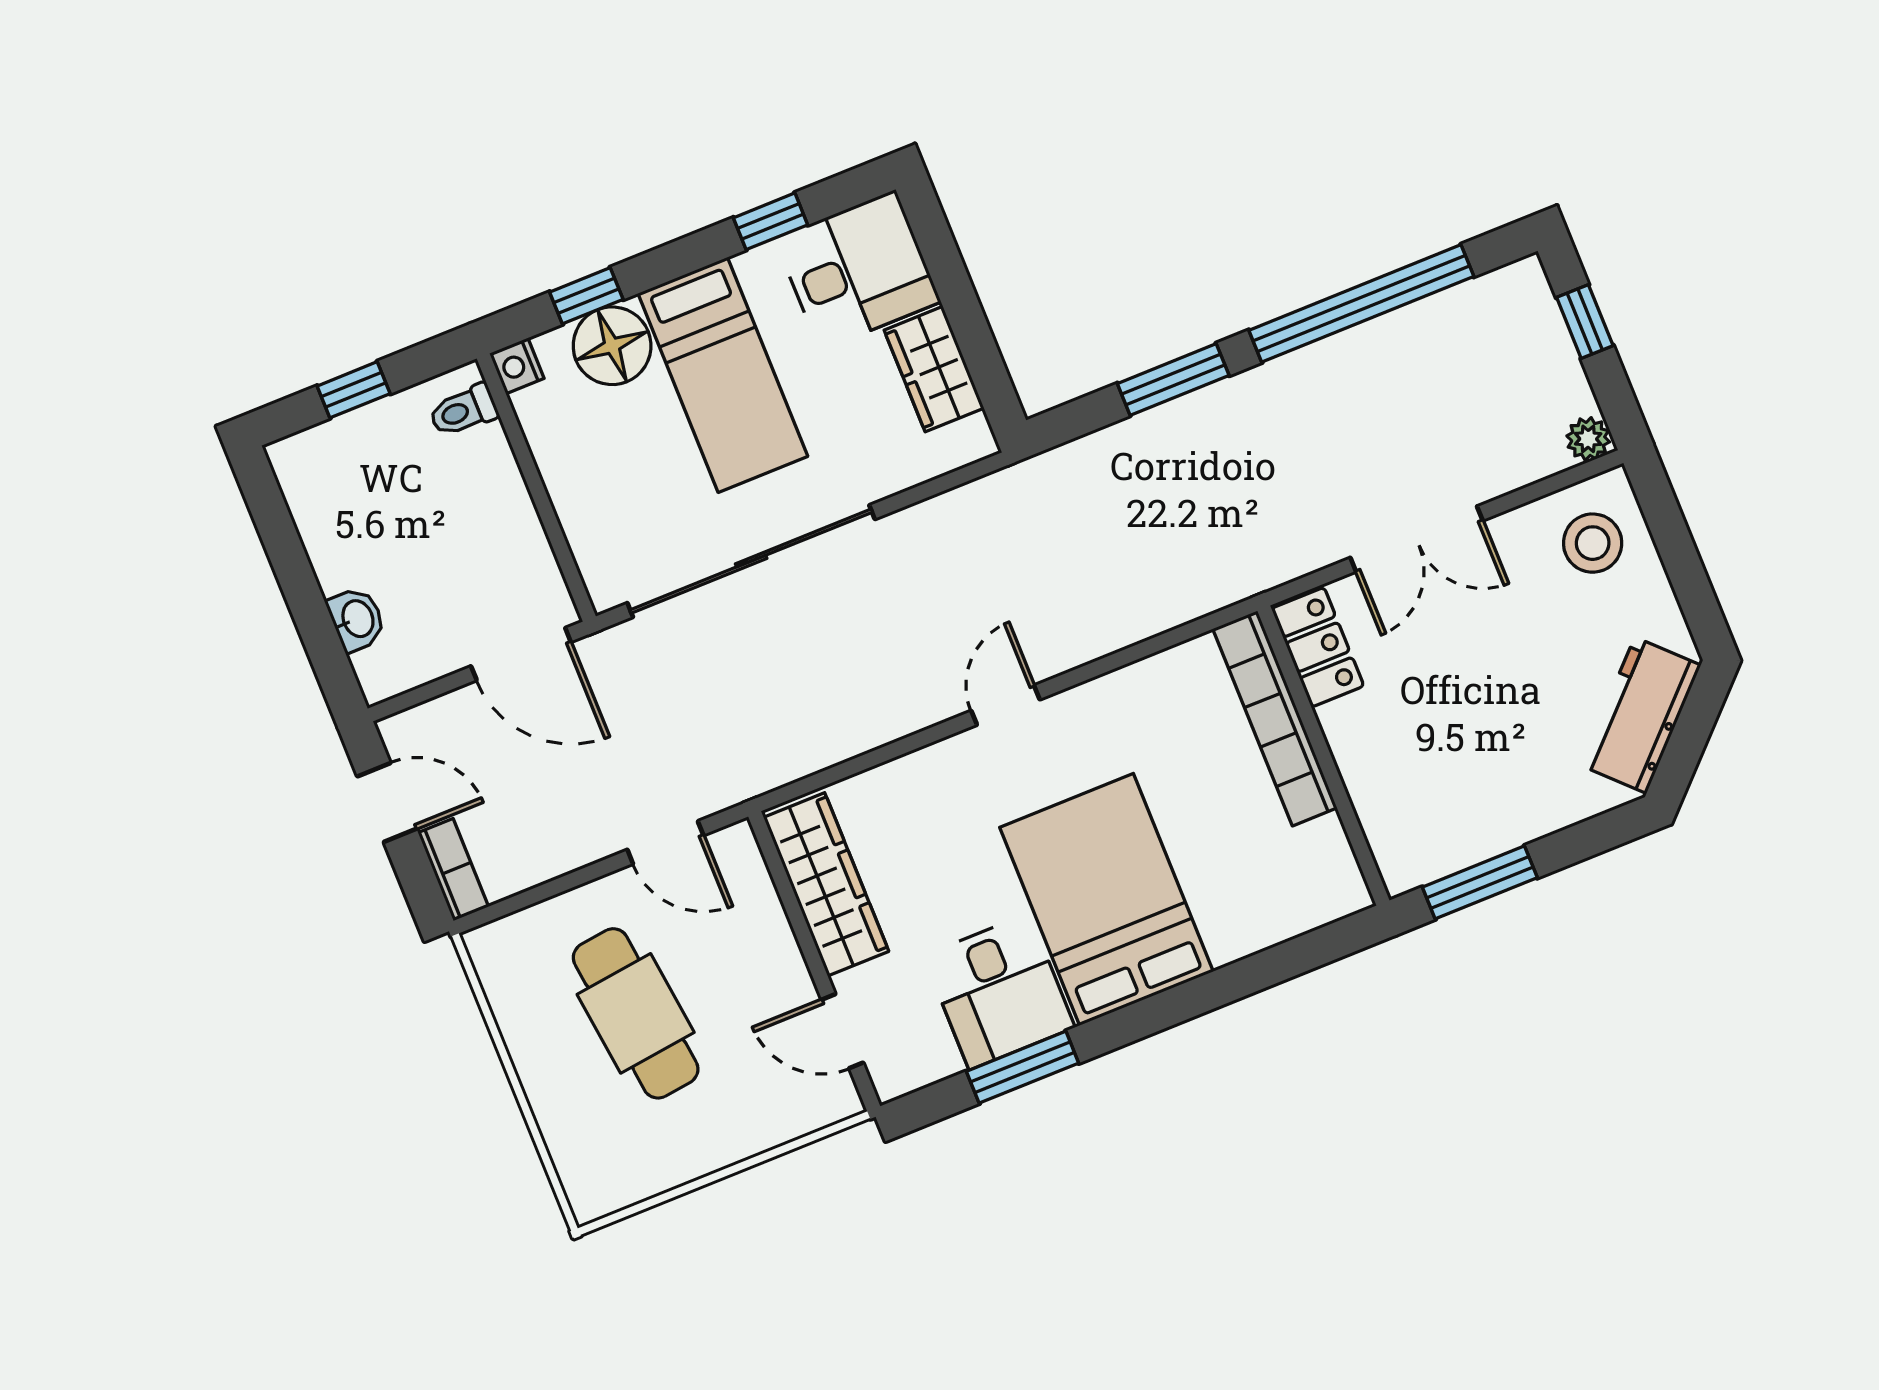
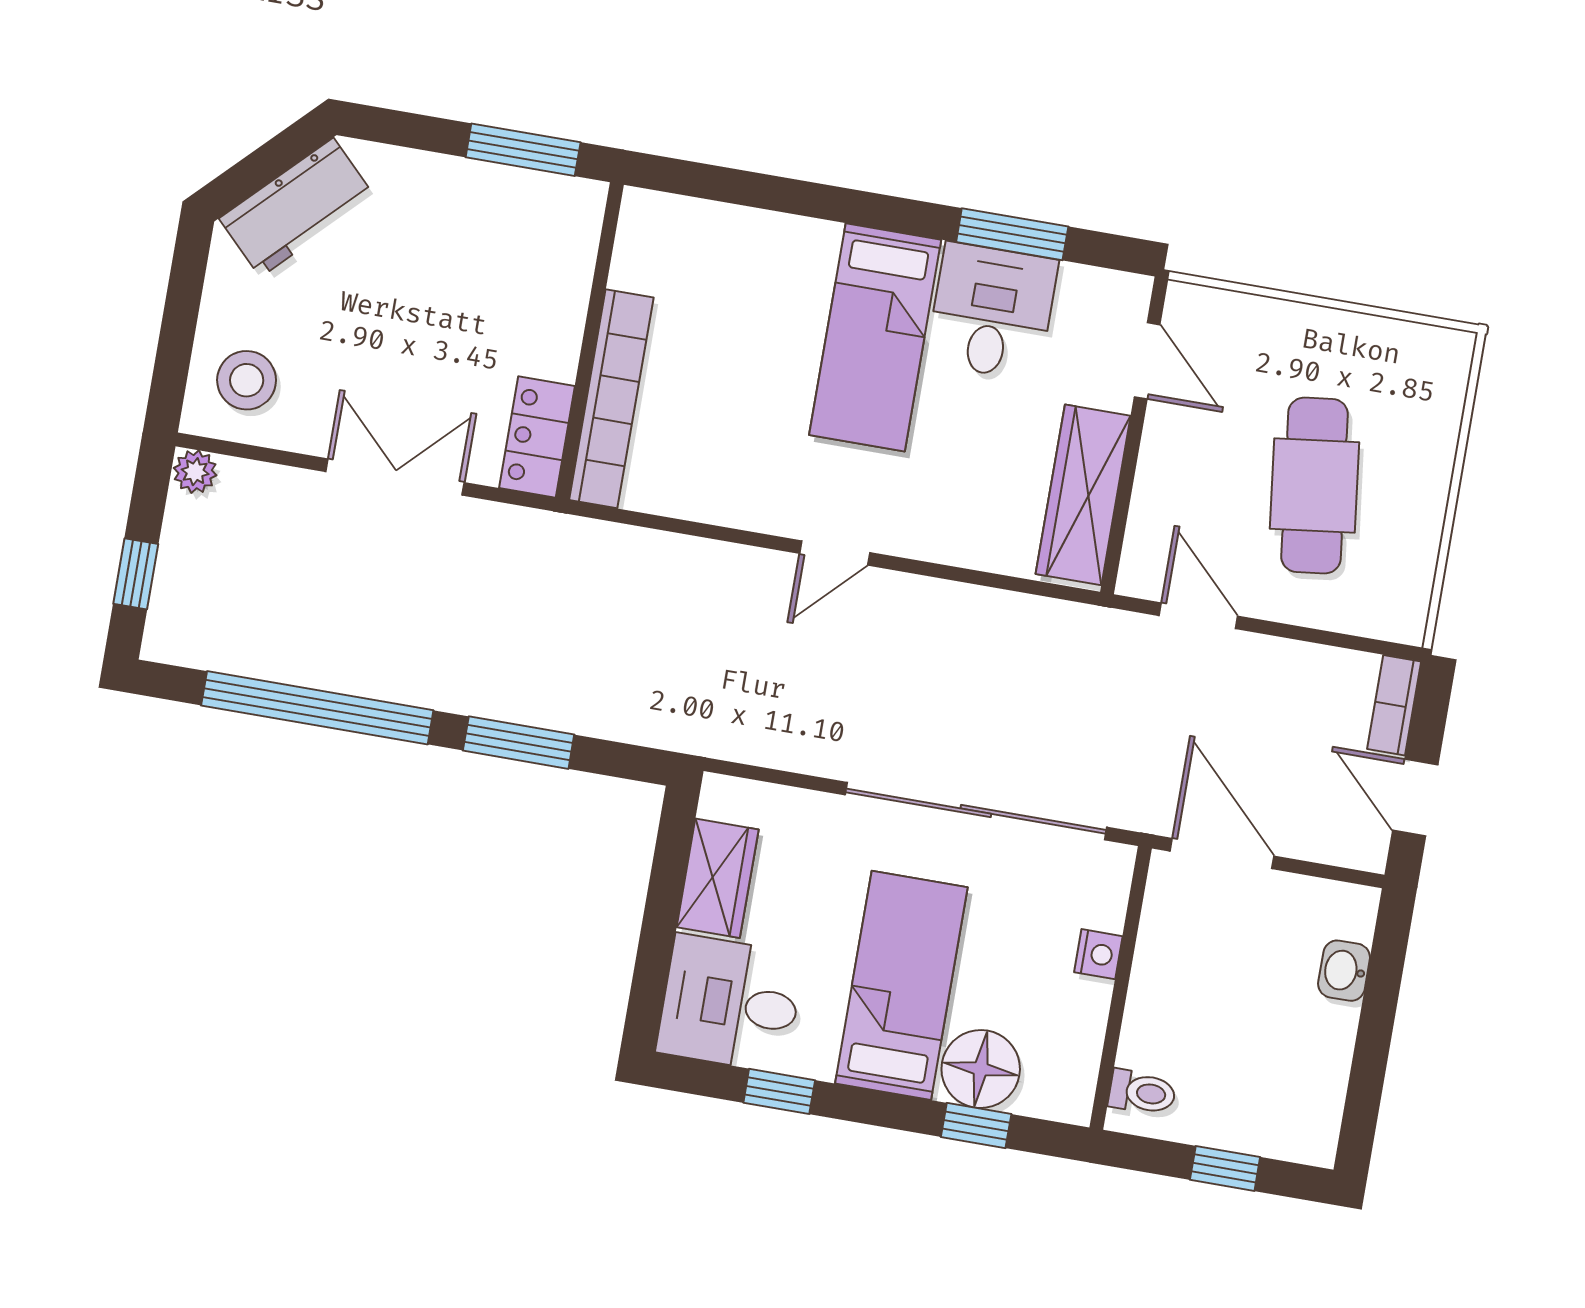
nightstand: (517, 366) -> (1098, 954), moved
bed: (1107, 899) -> (875, 337), width x0.67

